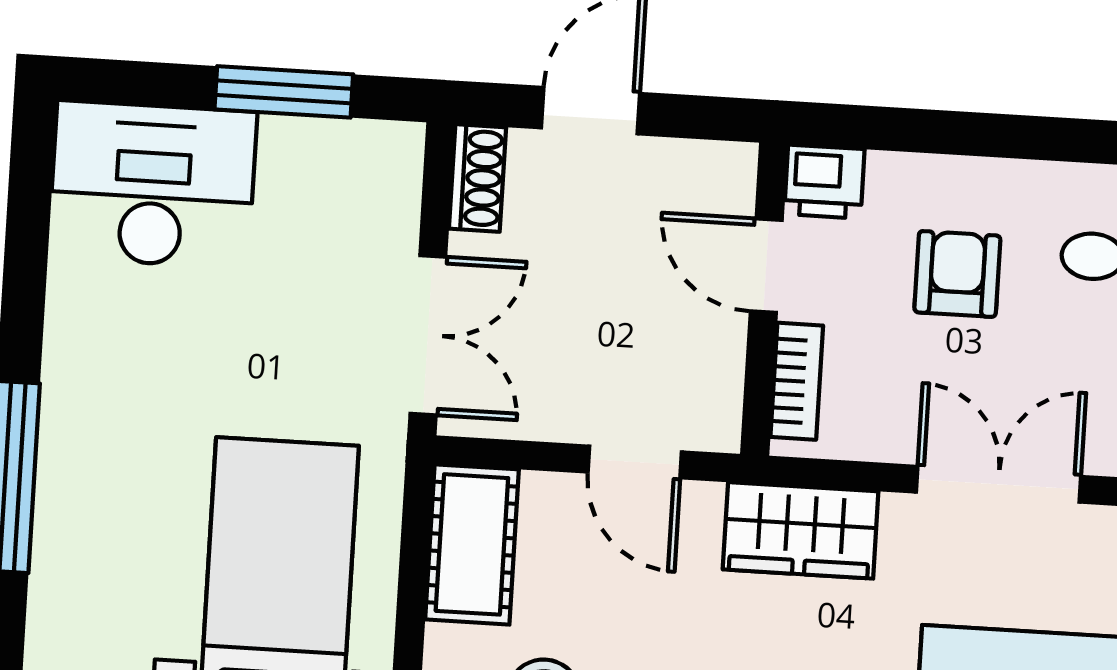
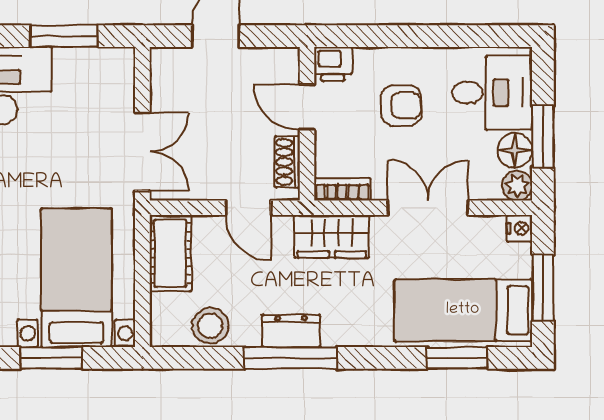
shoe rack: (478, 178) -> (287, 162), moved, turned 180
armchair: (957, 274) -> (401, 105), turned 90
bookcase: (797, 381) -> (342, 189), moved, turned -90

